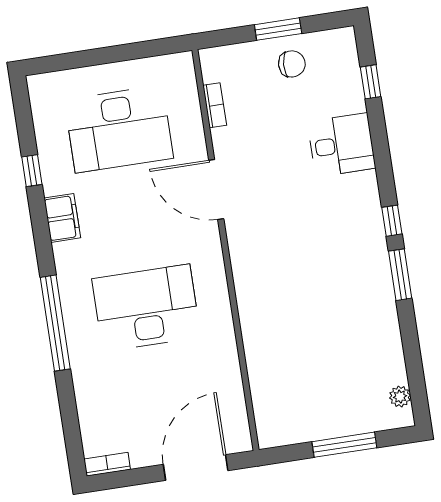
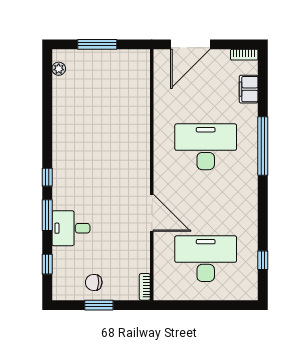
bookcase: (215, 105) -> (145, 287), moved
window: (32, 171) -> (263, 260), moved
filing cabinet: (62, 218) -> (249, 89), moved
window: (400, 275) -> (47, 215), moved
desk: (146, 308) -> (206, 147), turned 180

